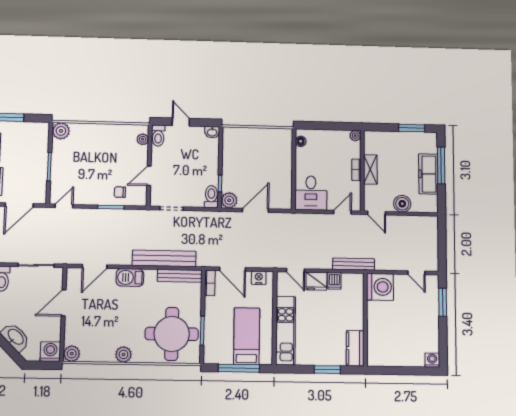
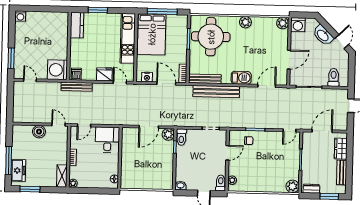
dresser: (35, 128) -> (311, 189), added
shelving: (370, 169) -> (62, 176), moved
freezer: (428, 174) -> (18, 170), moved, width x0.71
dishwasher: (334, 281) -> (76, 74), moved
bed: (247, 336) -> (152, 34), width x1.50

